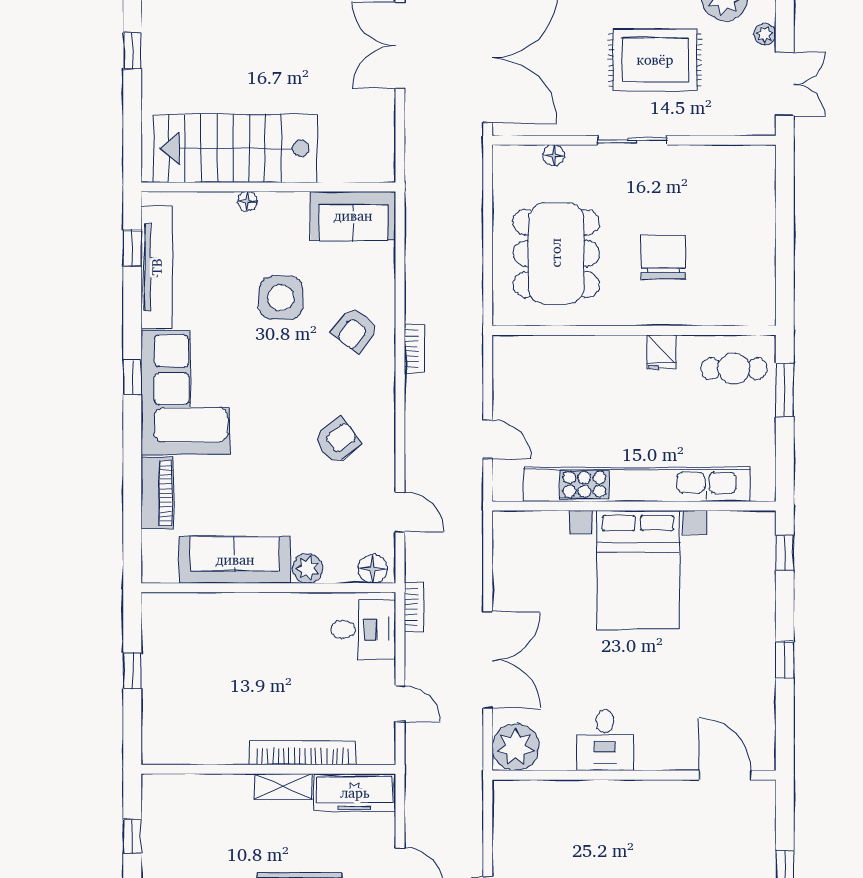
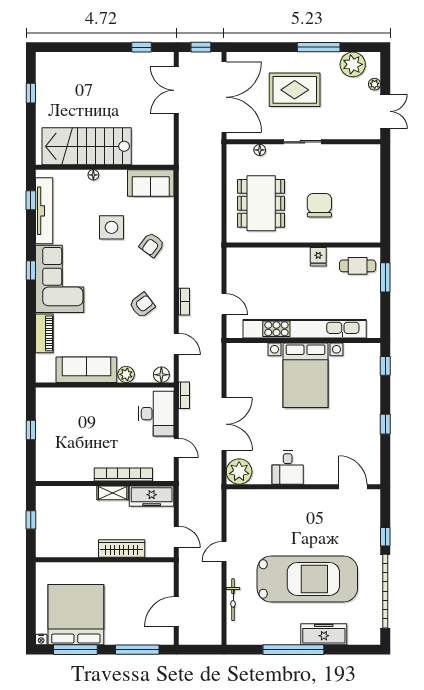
rug: (655, 60) -> (295, 90), moved
bookcase: (414, 349) -> (184, 302), moved
desk: (363, 629) -> (156, 414), width x1.37

